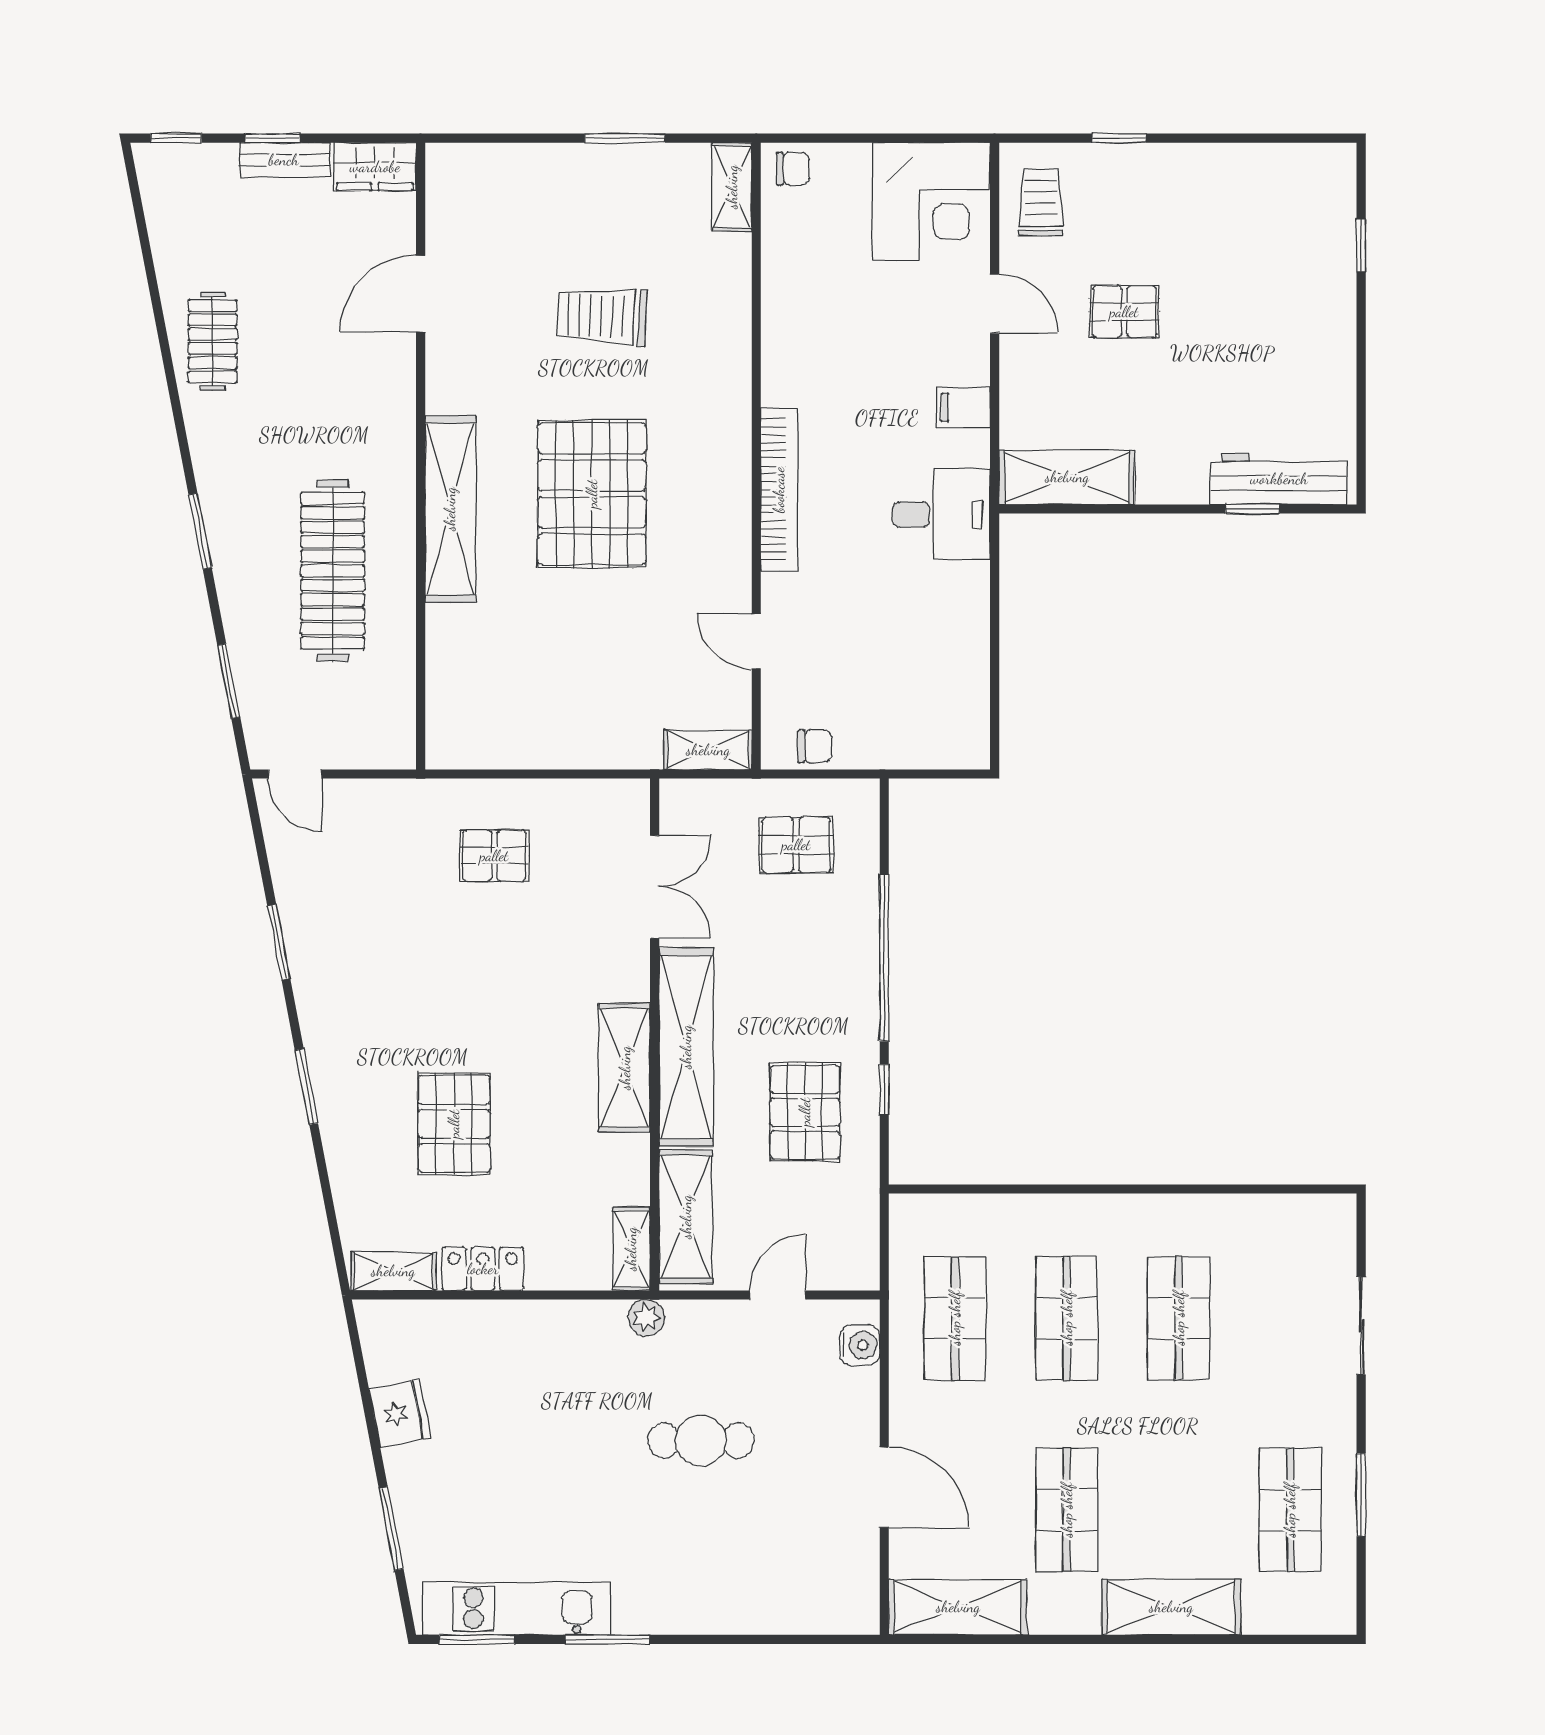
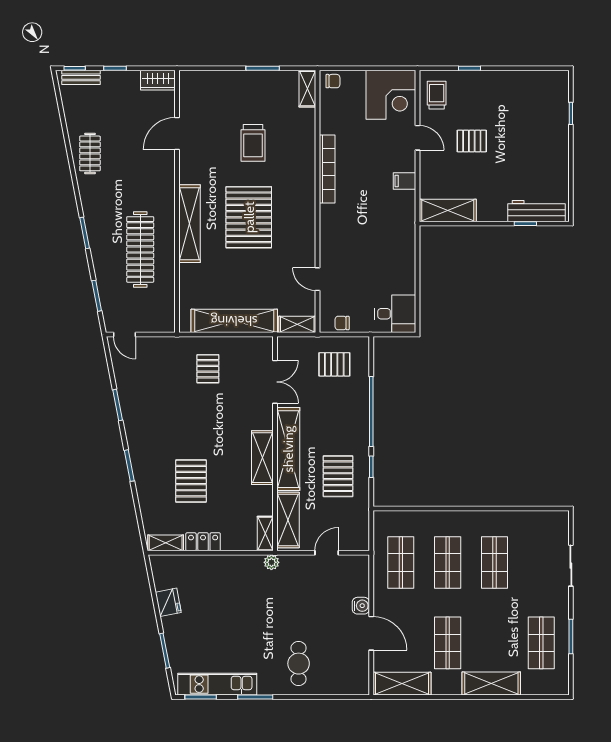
bench: (284, 160) -> (81, 77), moved
trolley: (602, 316) -> (253, 143), turned -93
bookcase: (779, 490) -> (327, 169), moved
desk: (941, 514) -> (395, 314), moved
shelving: (557, 741) -> (234, 321), added
chair: (815, 746) -> (342, 323), turned 180
pallet: (494, 856) -> (208, 369), turned 90
water cooler: (860, 1345) -> (361, 606), moved
cafe table: (701, 1441) -> (299, 664), moved, turned 90

